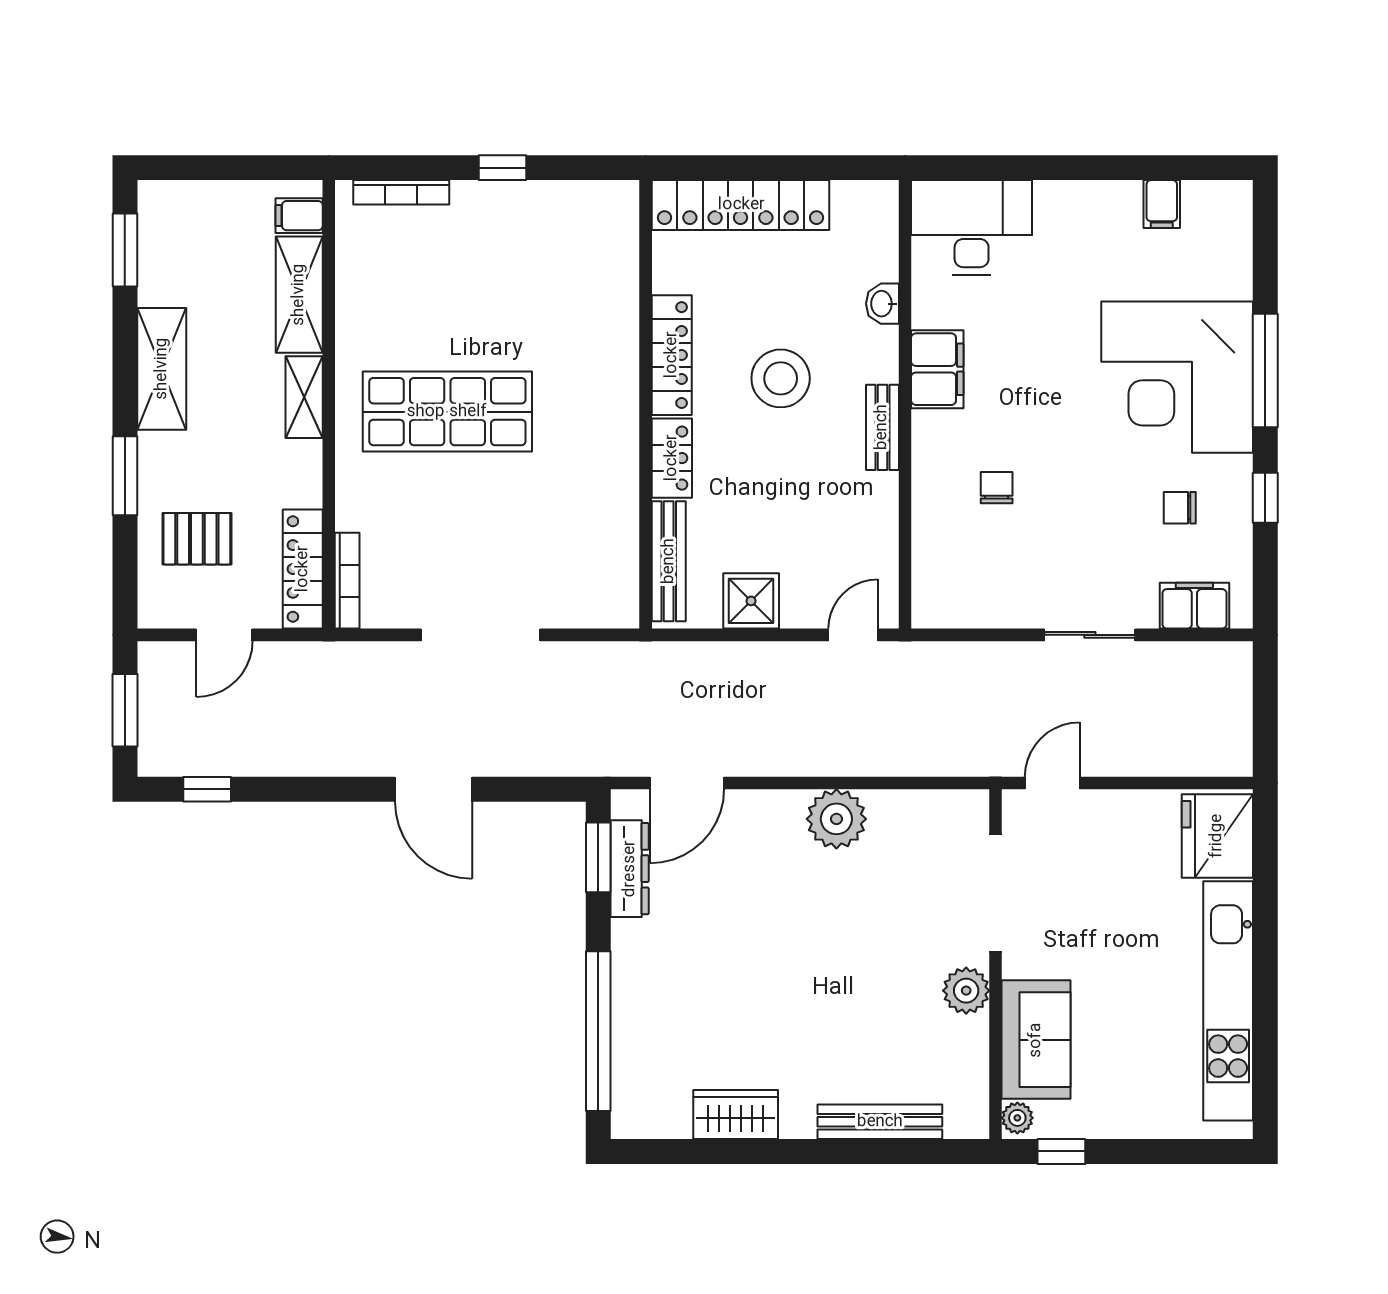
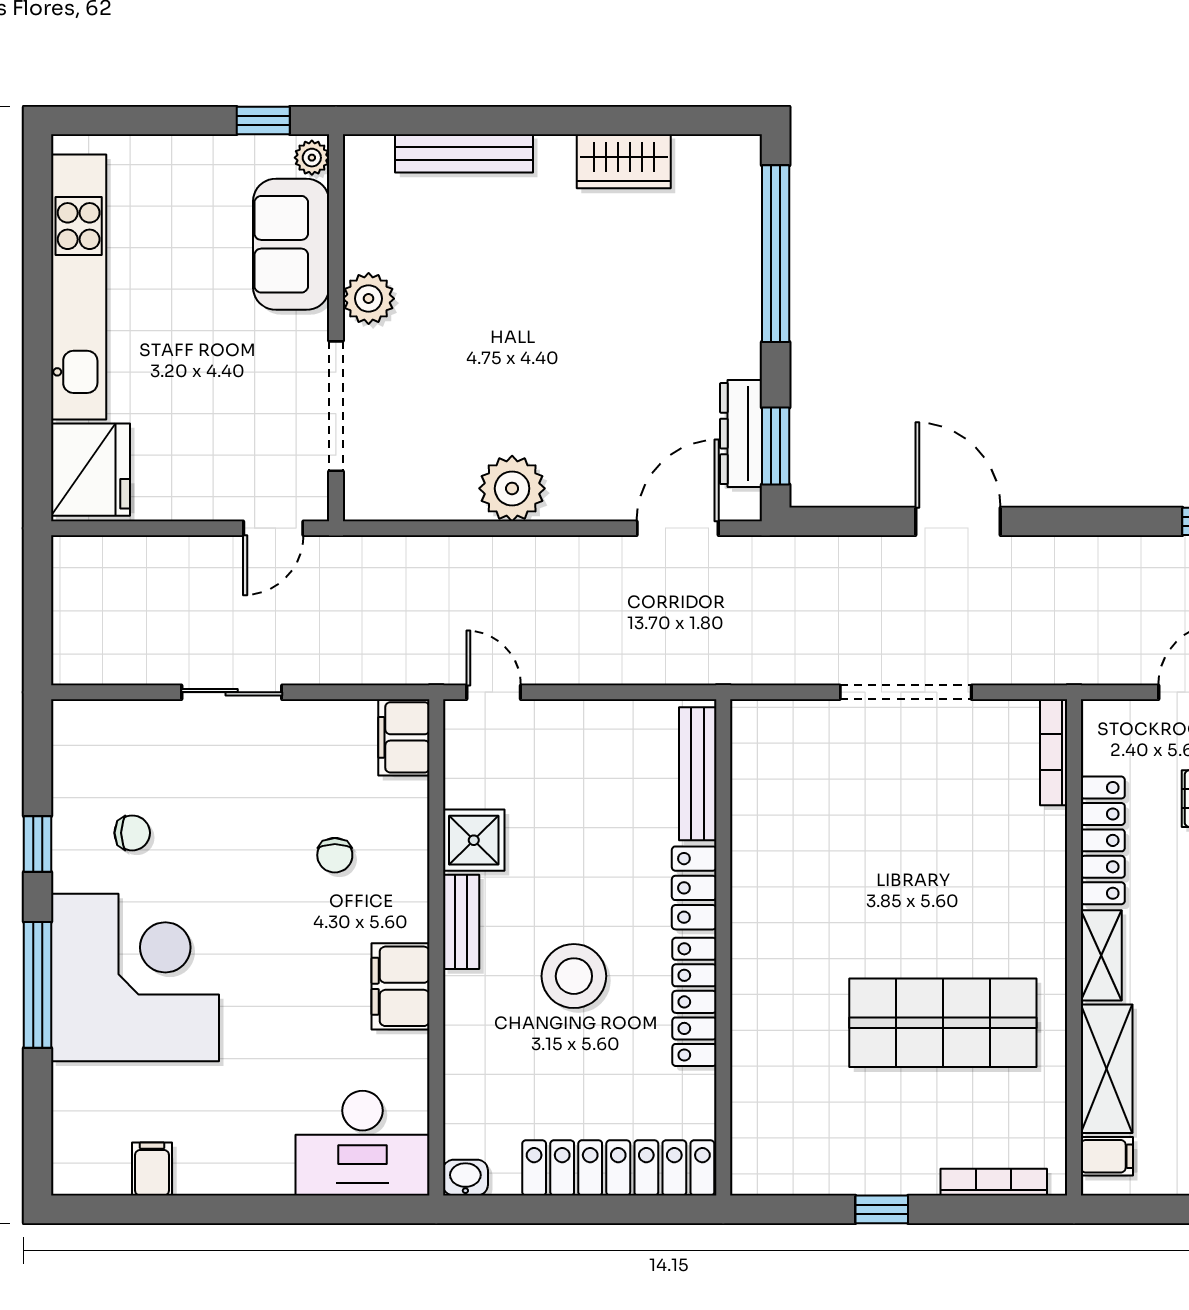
washbasin: (882, 304) -> (465, 1178), moved, turned -90
shop shelf: (447, 412) -> (943, 1023), moved
locker: (303, 569) -> (1103, 840), moved
shower: (751, 601) -> (474, 840), moved
filing cabinet: (1194, 606) -> (404, 737), moved, turned 90
door: (853, 635) -> (494, 692), swing flipped

